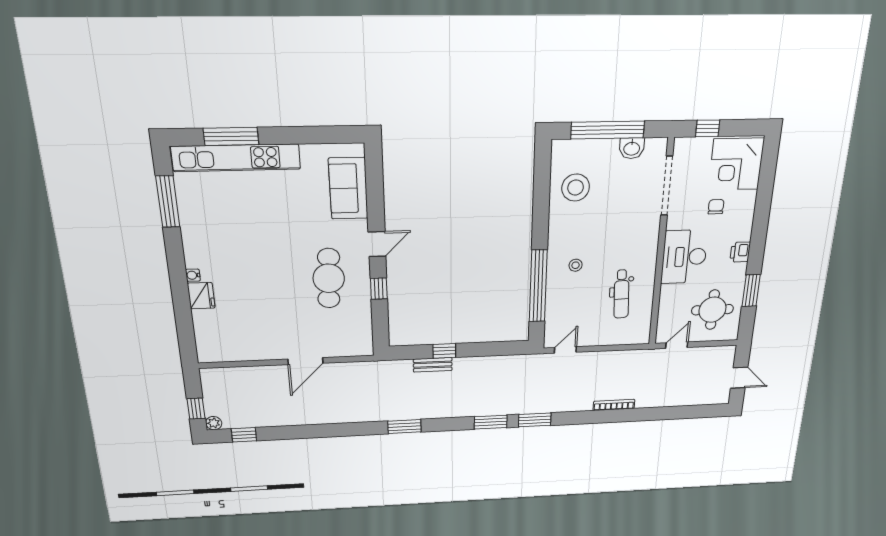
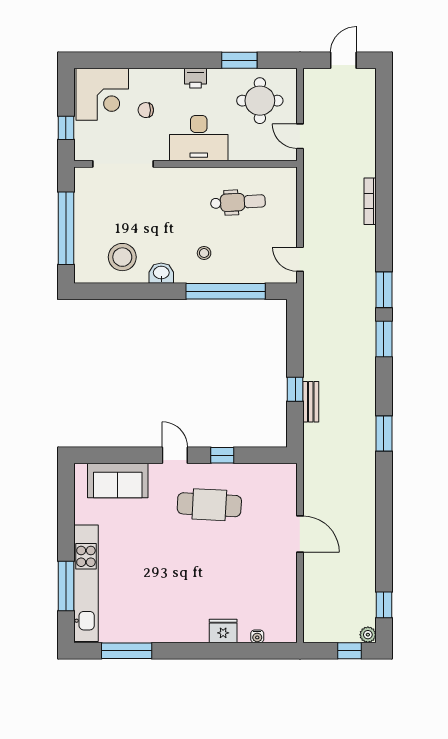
washbasin: (632, 148) -> (161, 273), moved, turned -90
water cooler: (193, 275) -> (257, 636), moved

